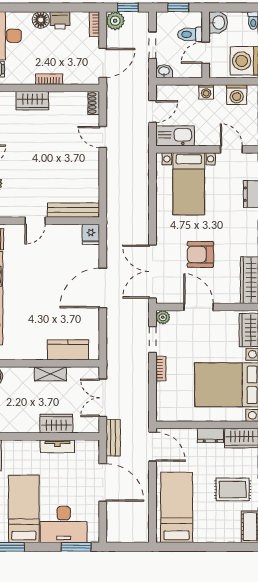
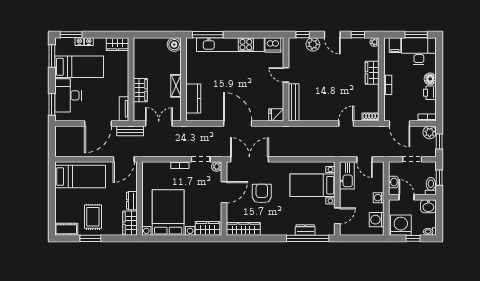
toilet: (190, 34) -> (431, 186), moved
washbasin: (164, 71) -> (393, 182), moved
tv unit: (57, 446) -> (124, 109), moved

